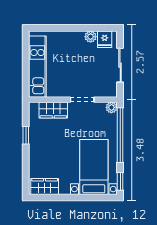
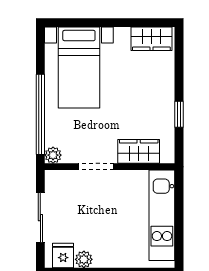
window: (120, 181) -> (40, 46), removed

